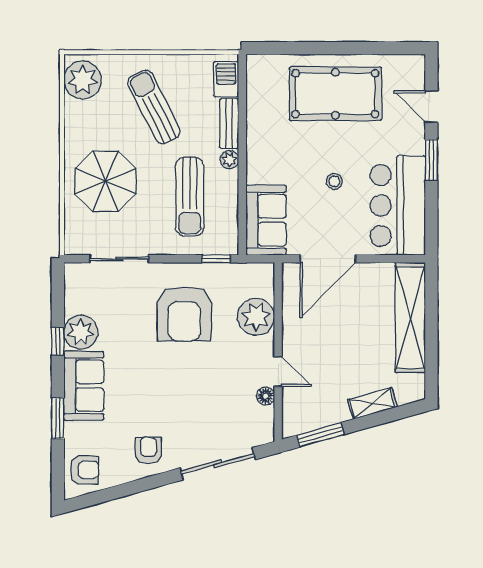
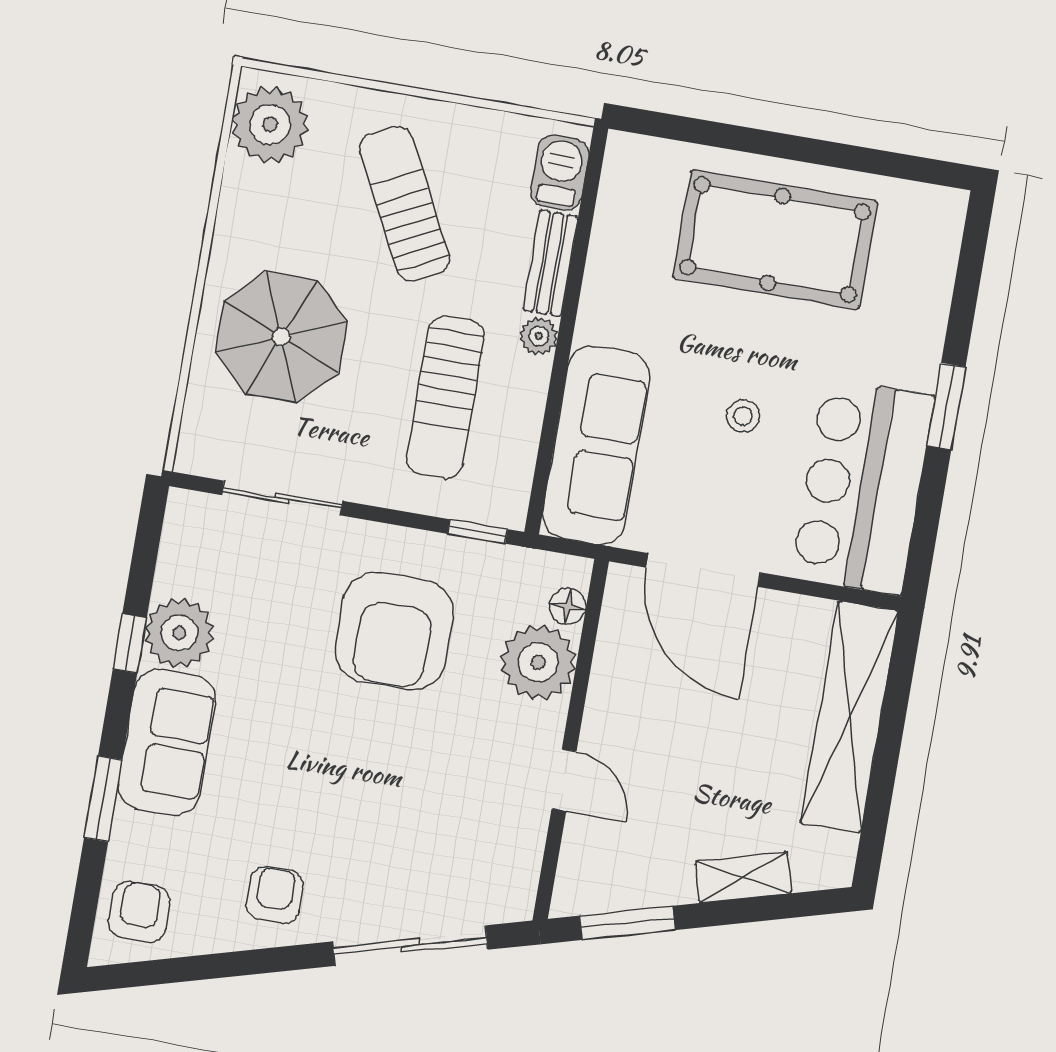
door: (431, 107) -> (965, 299), removed
sofa: (266, 220) -> (596, 445), width x1.36
door: (328, 259) -> (703, 570), hinge flipped
floor lamp: (266, 396) -> (568, 606), moved
armchair: (84, 470) -> (139, 912), turned -90

